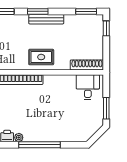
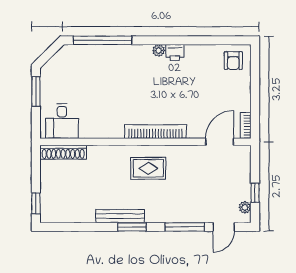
window: (86, 11) -> (64, 227), removed
rug: (41, 57) -> (148, 168), moved
window: (39, 145) -> (103, 40), moved

